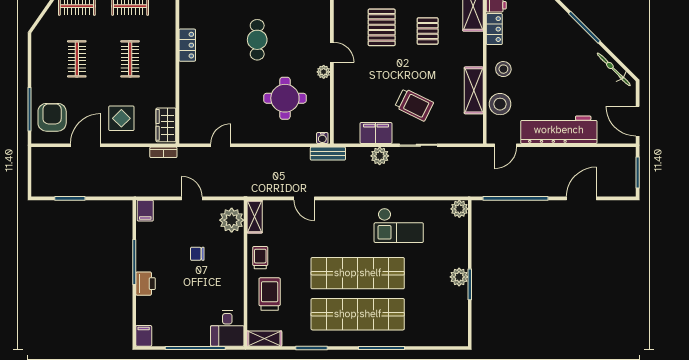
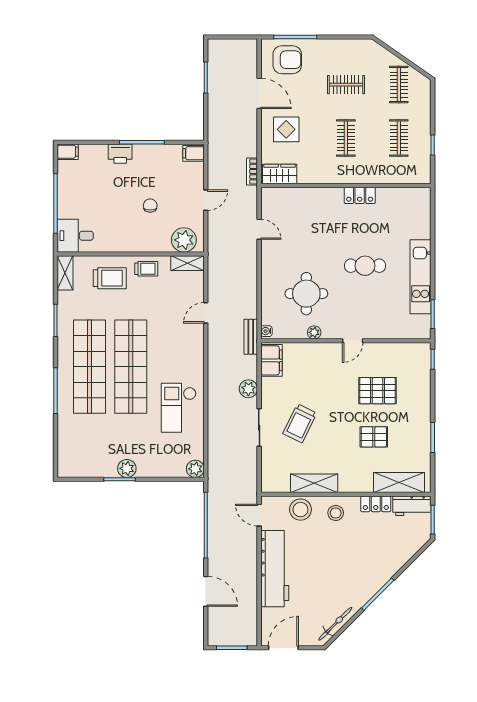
clothes rail: (130, 59) -> (346, 138), turned 90
plant: (324, 72) -> (314, 332), moved
filing cabinet: (376, 133) -> (271, 360), moved

